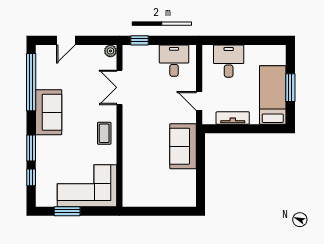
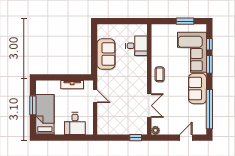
desk: (174, 61) -> (136, 46), moved, turned -90
bed: (273, 95) -> (45, 115), moved, turned 180
sofa: (183, 146) -> (106, 54), moved
corner sofa: (87, 186) -> (192, 52), moved, turned 90

